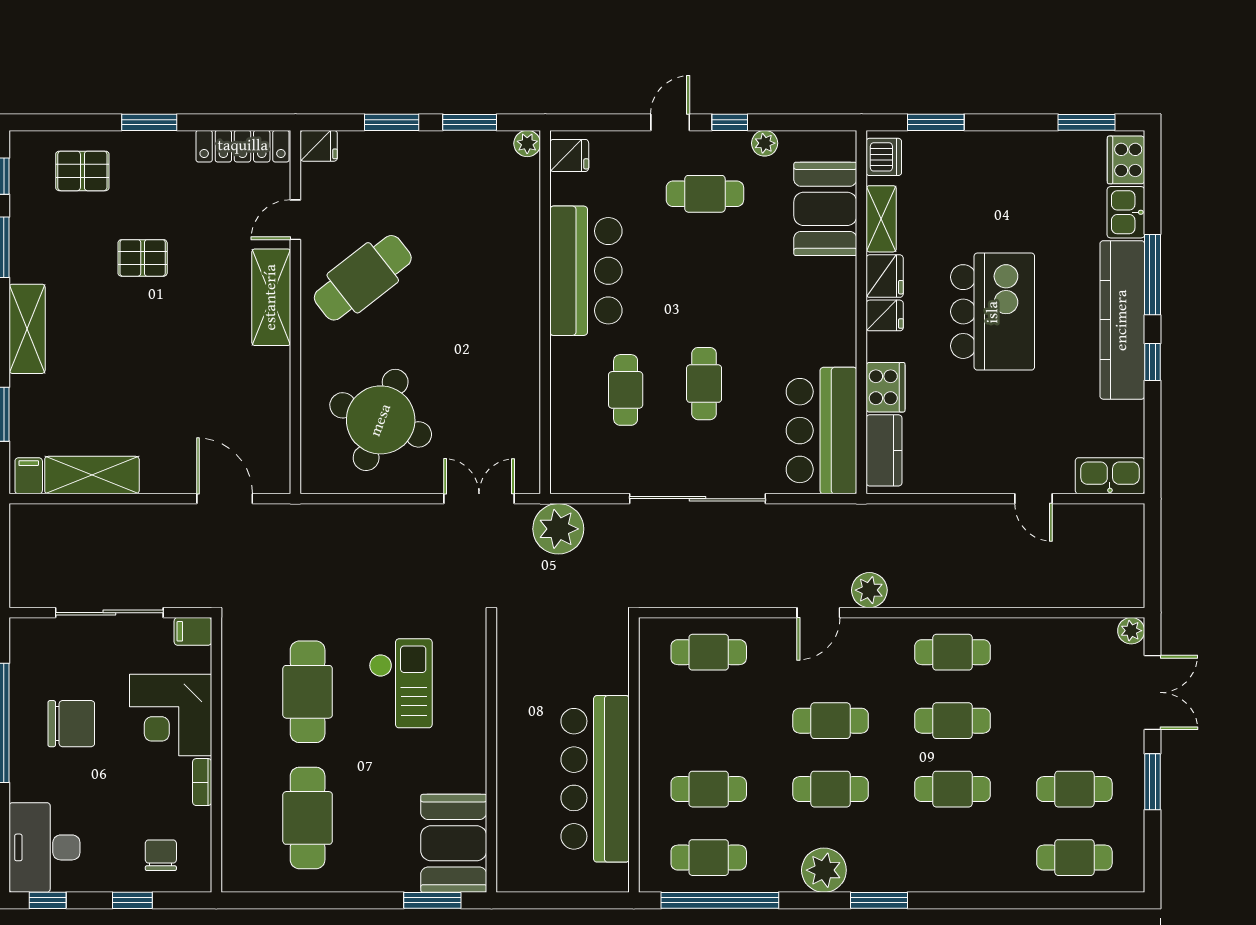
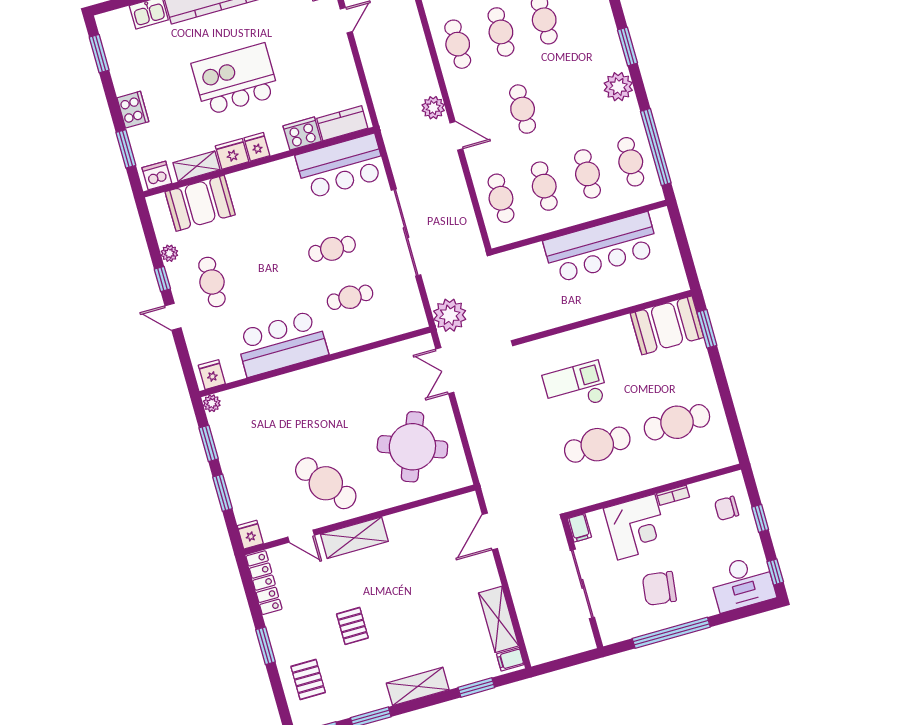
cooker: (1126, 160) -> (133, 110), moved, turned -90
chair: (71, 724) -> (659, 588), turned -83
cafe table: (831, 789) -> (544, 186), moved

